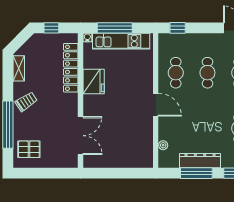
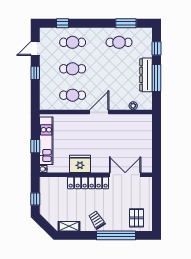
window: (115, 28) -> (35, 146), width x0.46
window: (178, 28) -> (35, 73), moved
locker: (71, 68) -> (88, 183), moved

